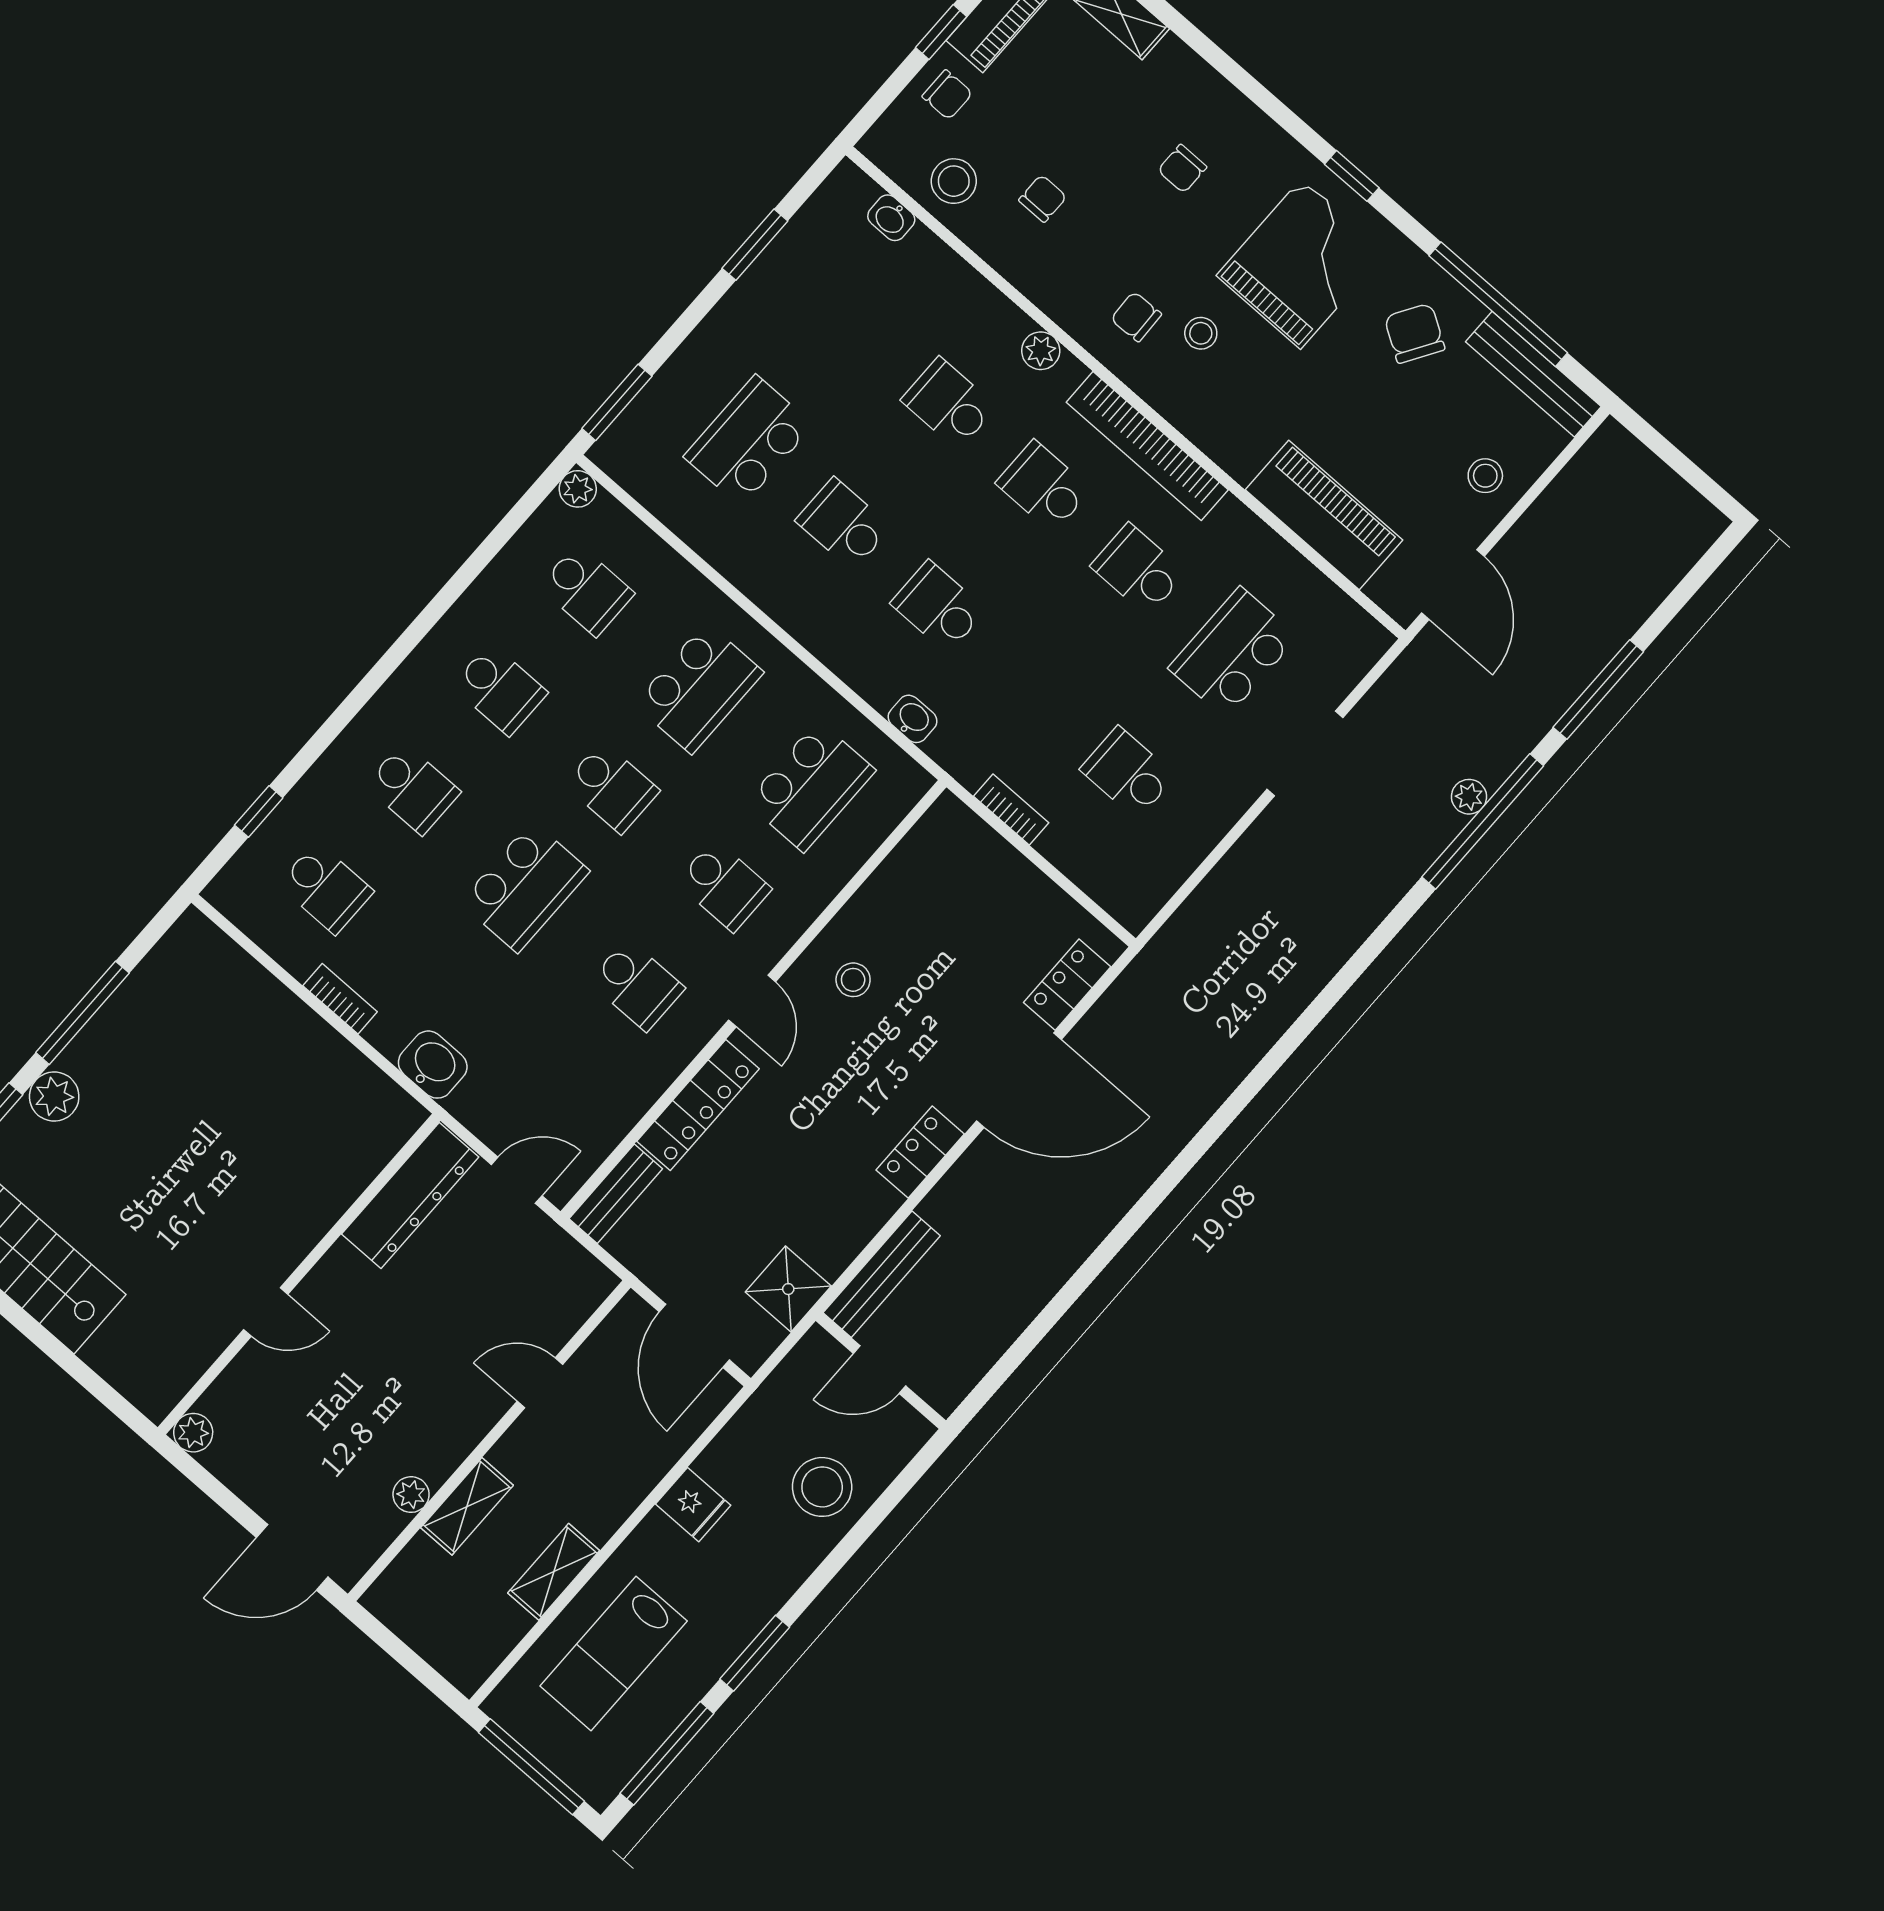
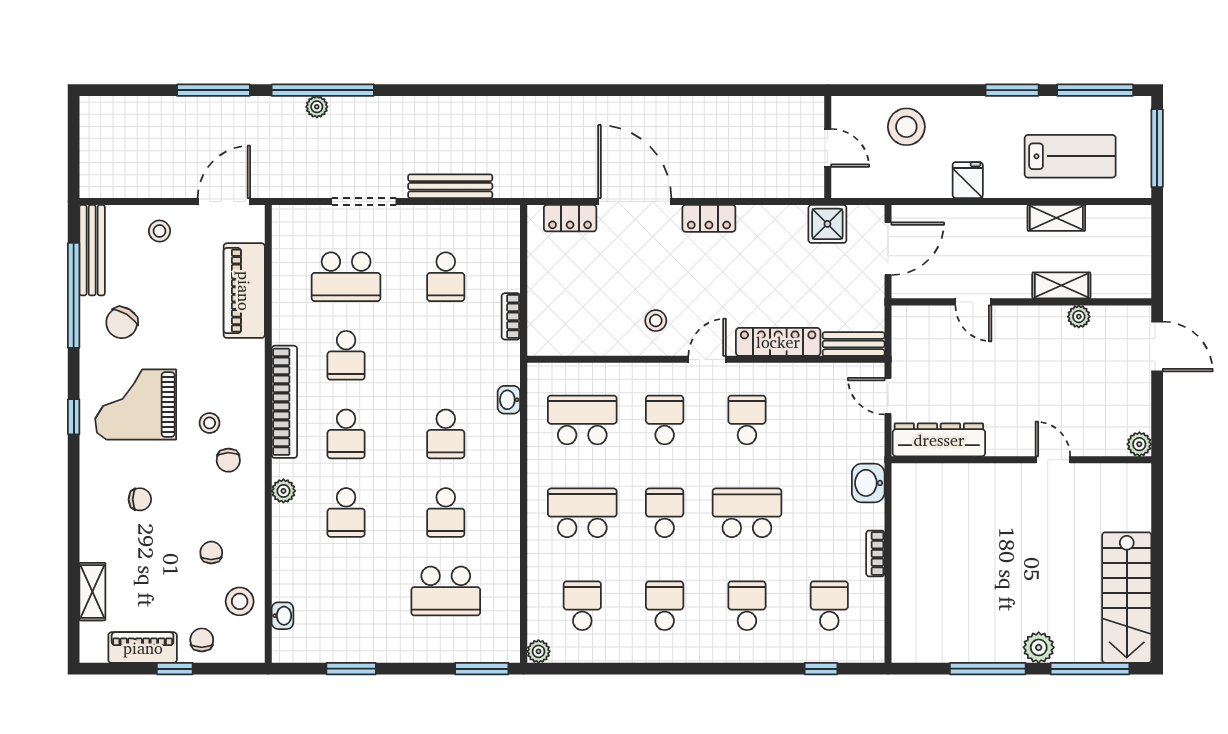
chair: (1043, 198) -> (211, 553), turned 90
bench: (882, 1274) -> (450, 186), moved

